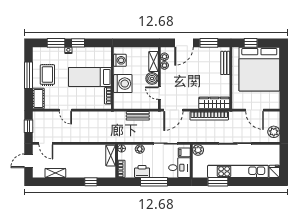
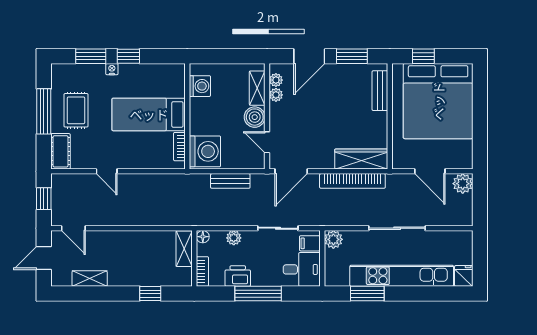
washing machine: (123, 84) -> (205, 151), moved
plant: (274, 132) -> (463, 184), moved

